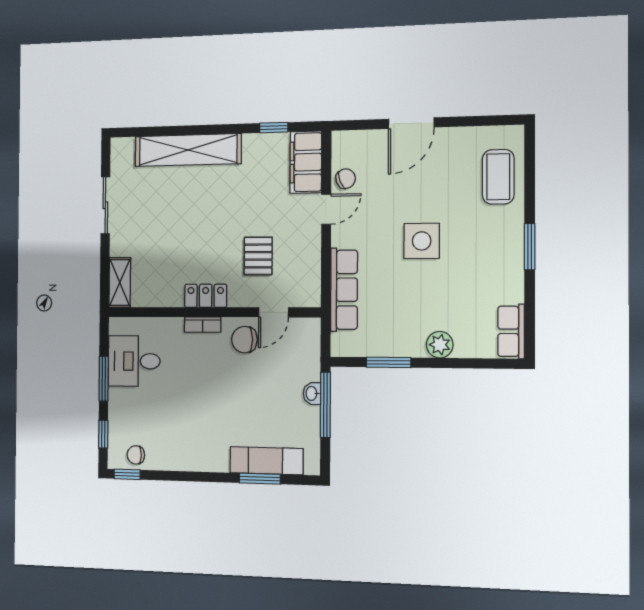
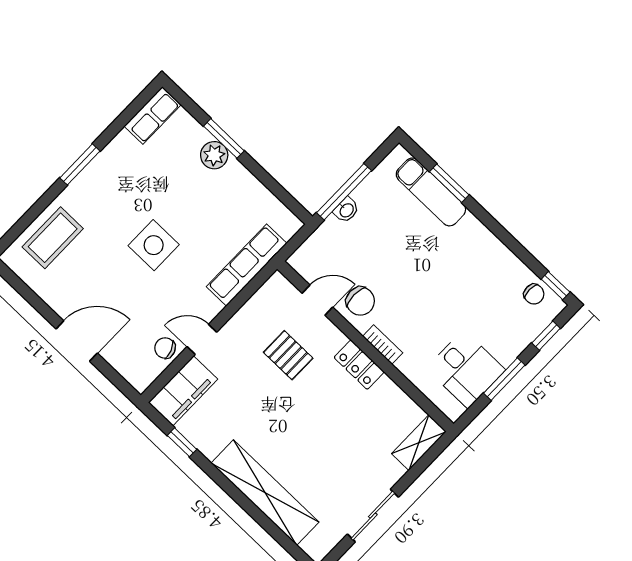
pallet: (258, 256) -> (288, 355), turned 90
window: (389, 362) -> (224, 138), moved

